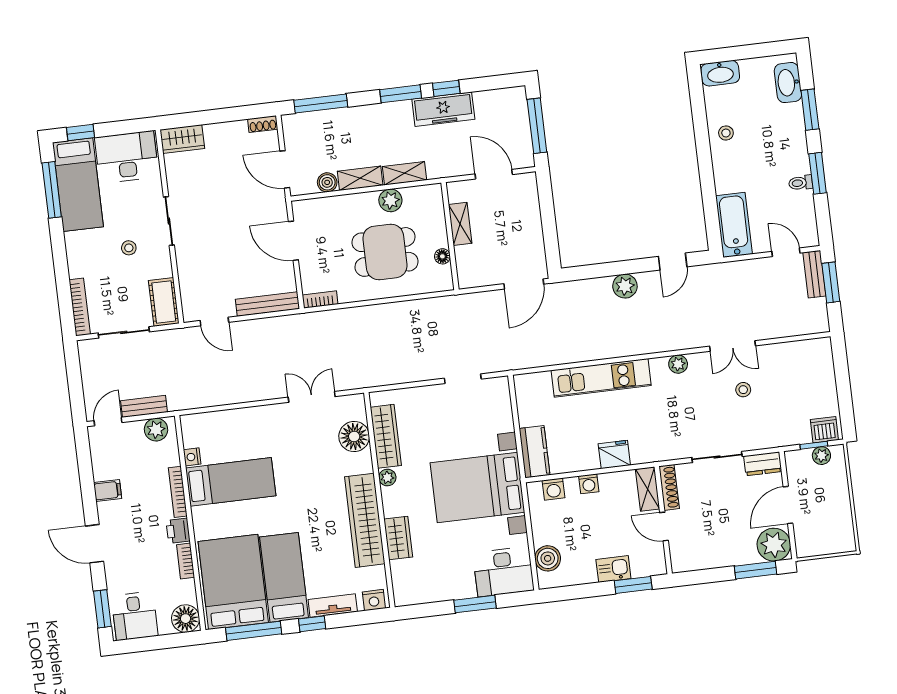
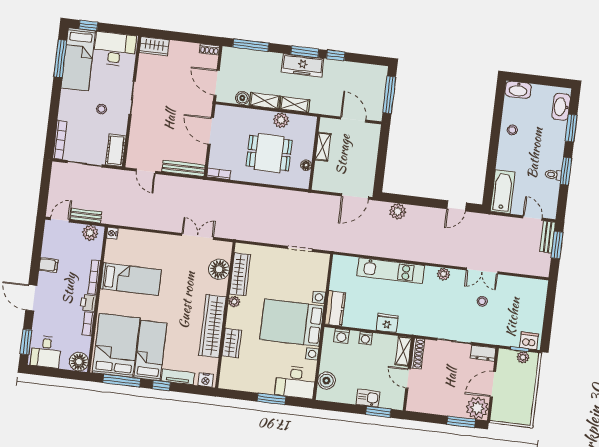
freezer: (443, 109) -> (303, 65), moved
plant: (625, 286) -> (398, 211), moved
nightstand: (192, 457) -> (112, 233), moved

